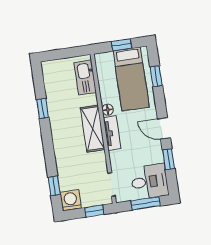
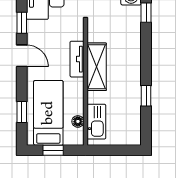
floor lamp: (108, 110) -> (78, 121), moved

